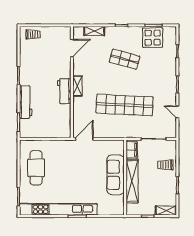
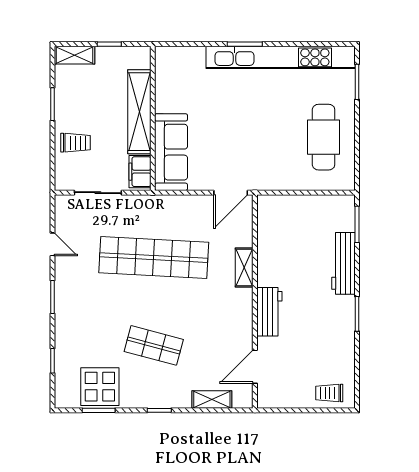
shelving: (77, 86) -> (244, 267), moved
workbench: (64, 91) -> (269, 312), moved
sofa: (116, 175) -> (171, 152), moved

